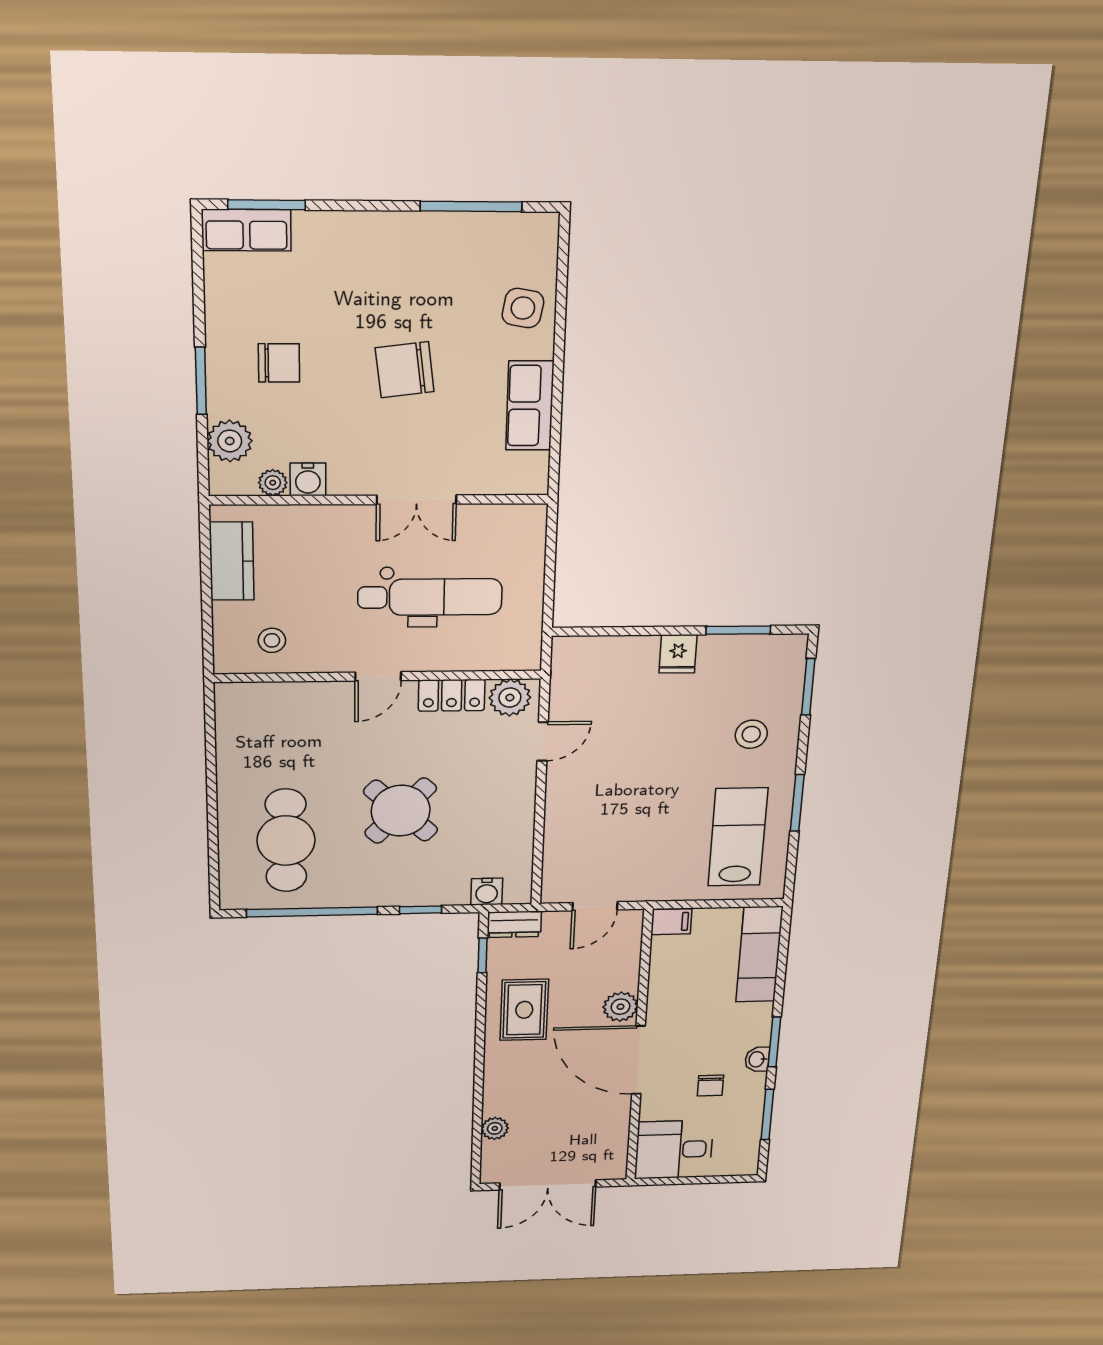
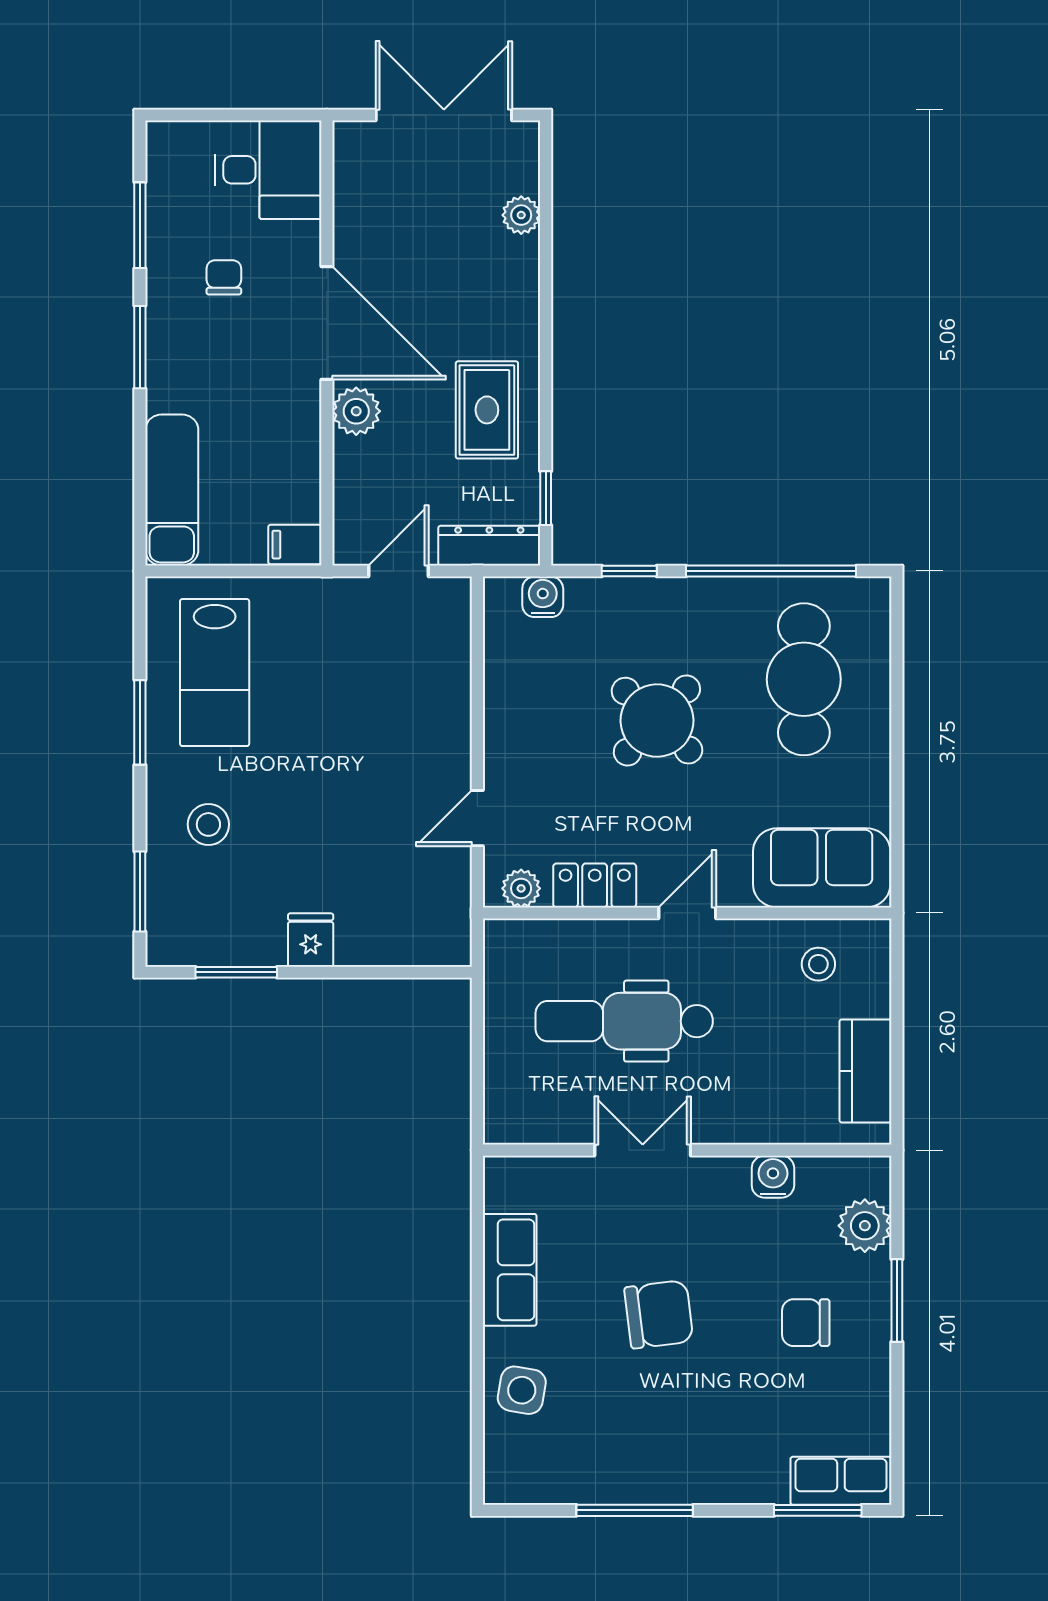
window: (471, 206) -> (635, 1510), moved
plant: (273, 483) -> (815, 1173), removed
plant: (510, 698) -> (521, 888), width x0.73, depth x0.73
sofa: (270, 710) -> (822, 868), added
dresser: (514, 924) -> (489, 546), width x1.44
washbasin: (757, 1059) -> (162, 319), removed

